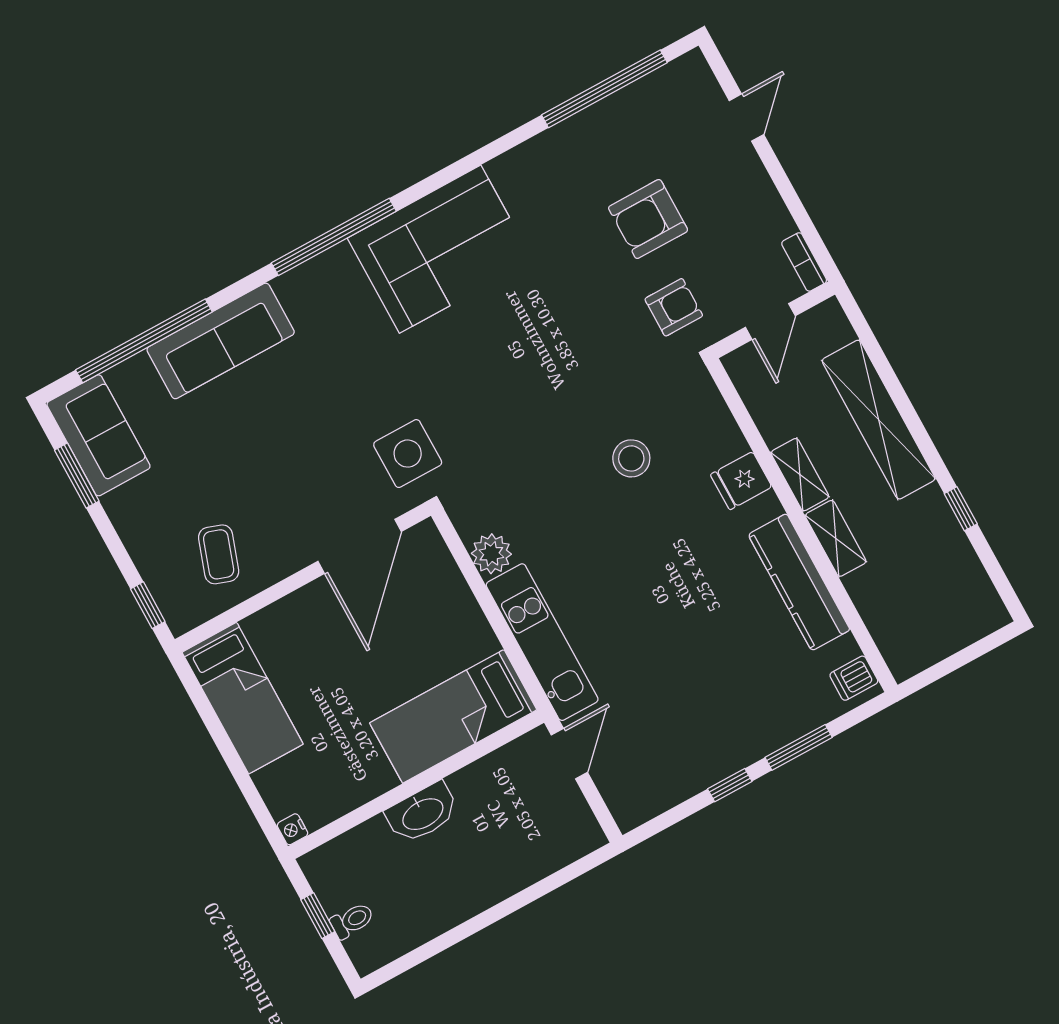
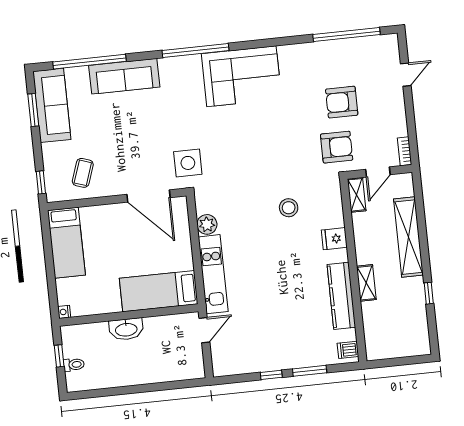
armchair: (674, 307) -> (337, 147), width x1.38, depth x1.38
sofa: (98, 435) -> (52, 105), width x1.36
shelving: (800, 475) -> (357, 195), moved
door: (360, 546) -> (148, 196), hinge flipped

